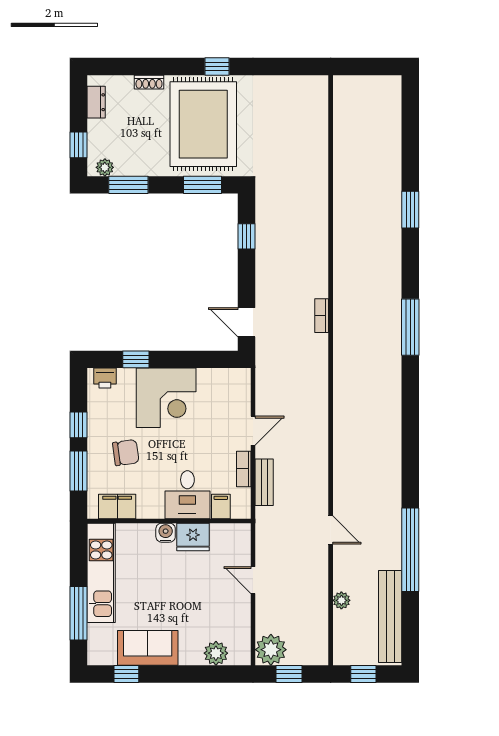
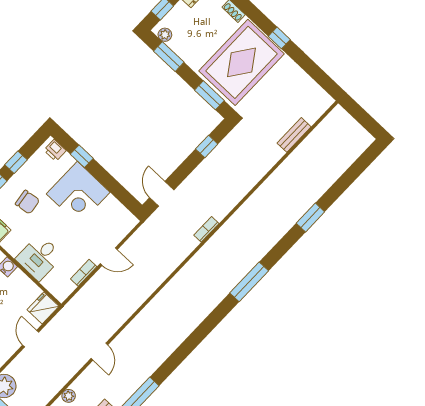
bench: (264, 482) -> (294, 135), moved
filing cabinet: (221, 506) -> (51, 281), removed
fridge: (193, 537) -> (43, 308), moved, turned 90

